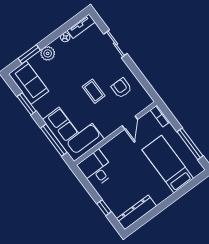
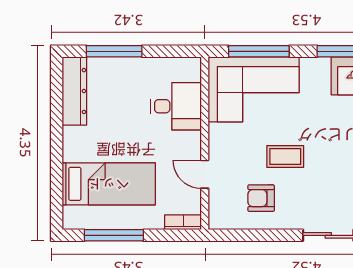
armchair: (121, 88) -> (261, 198), turned 180
desk: (96, 169) -> (176, 106), moved
window: (104, 208) -> (114, 51), width x2.17

